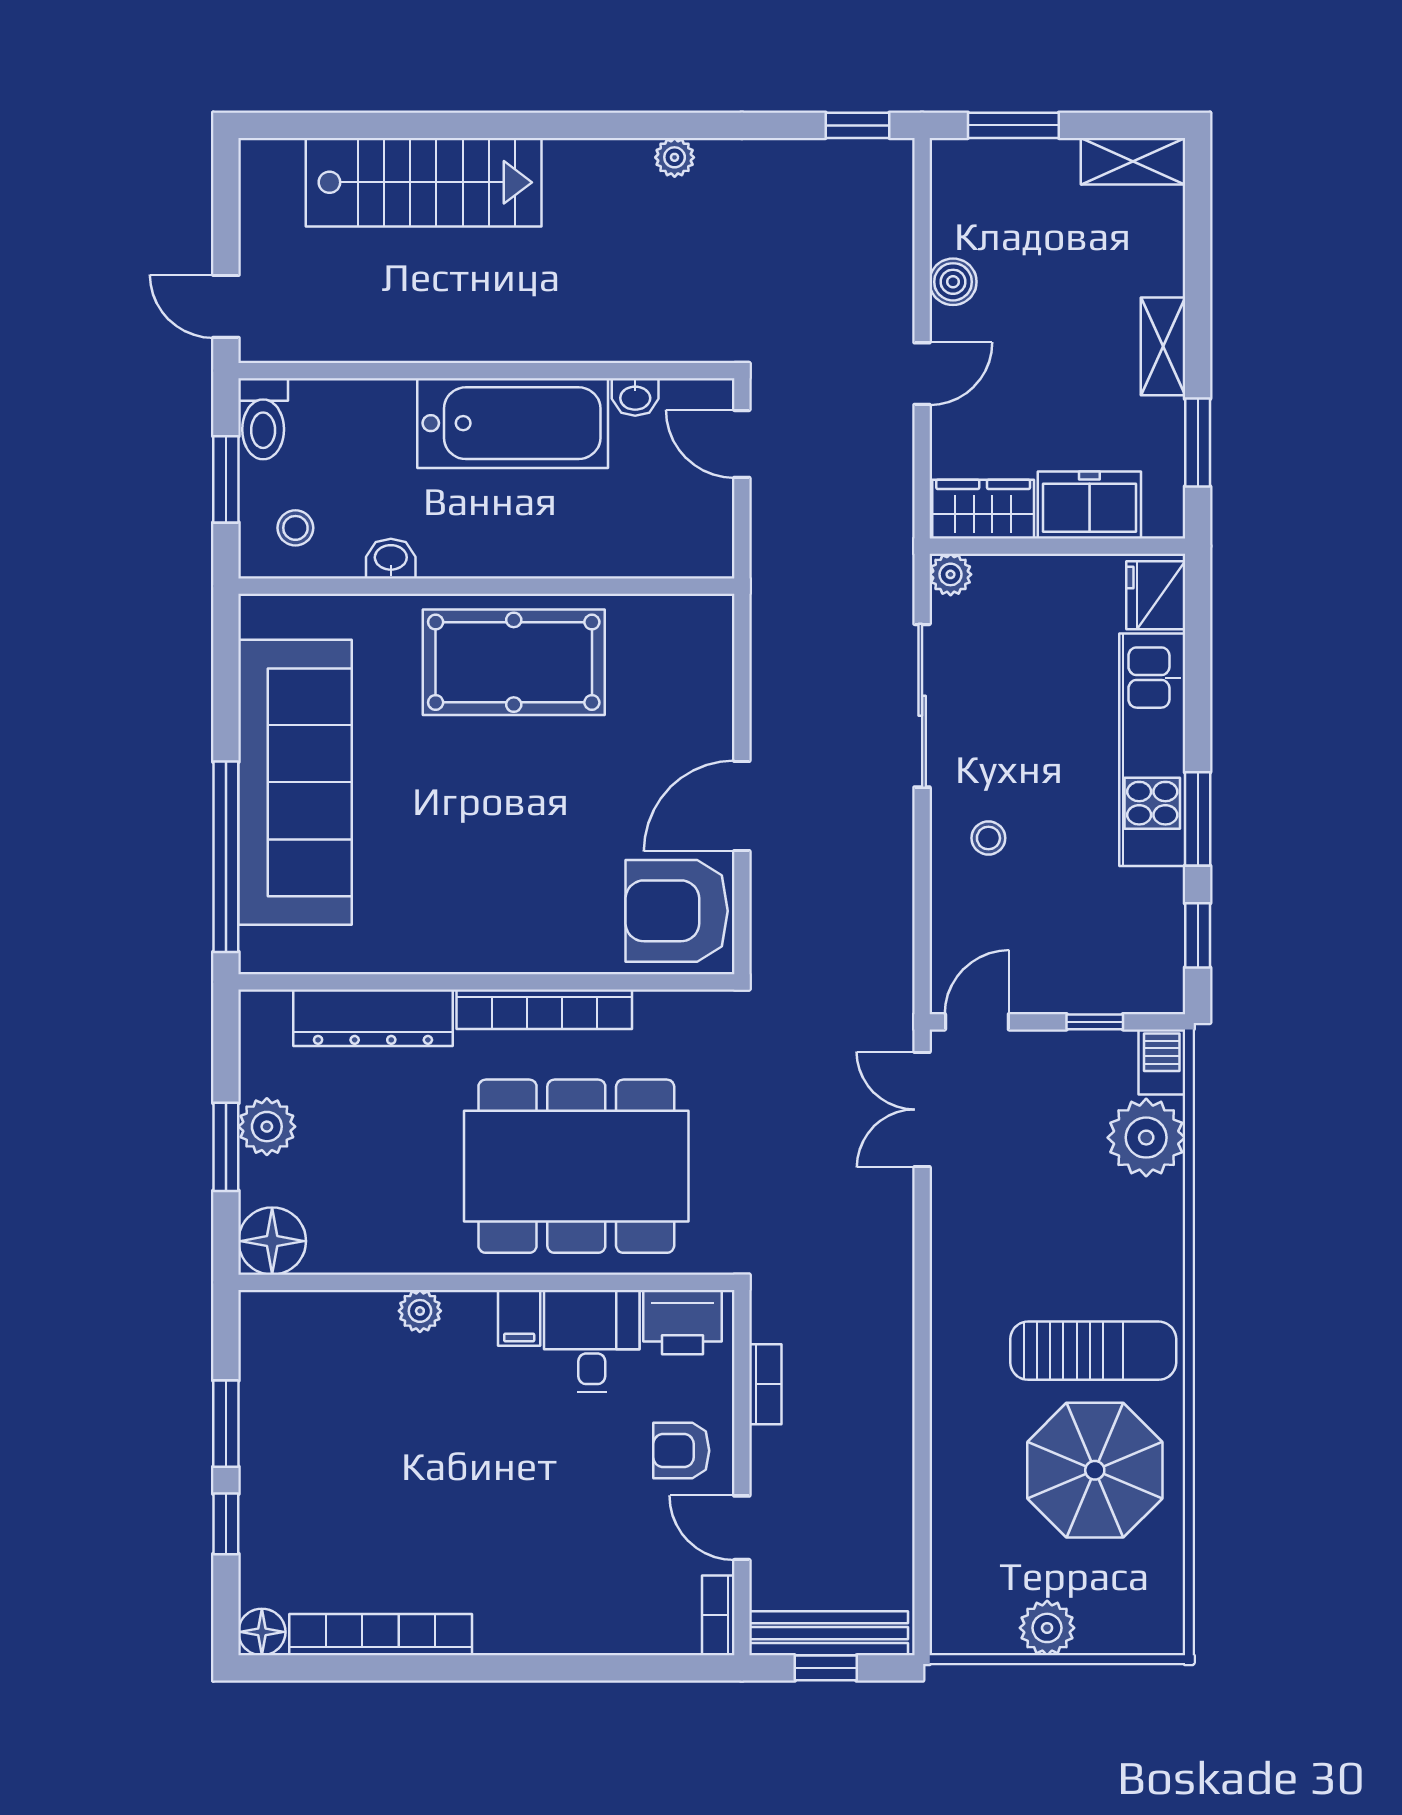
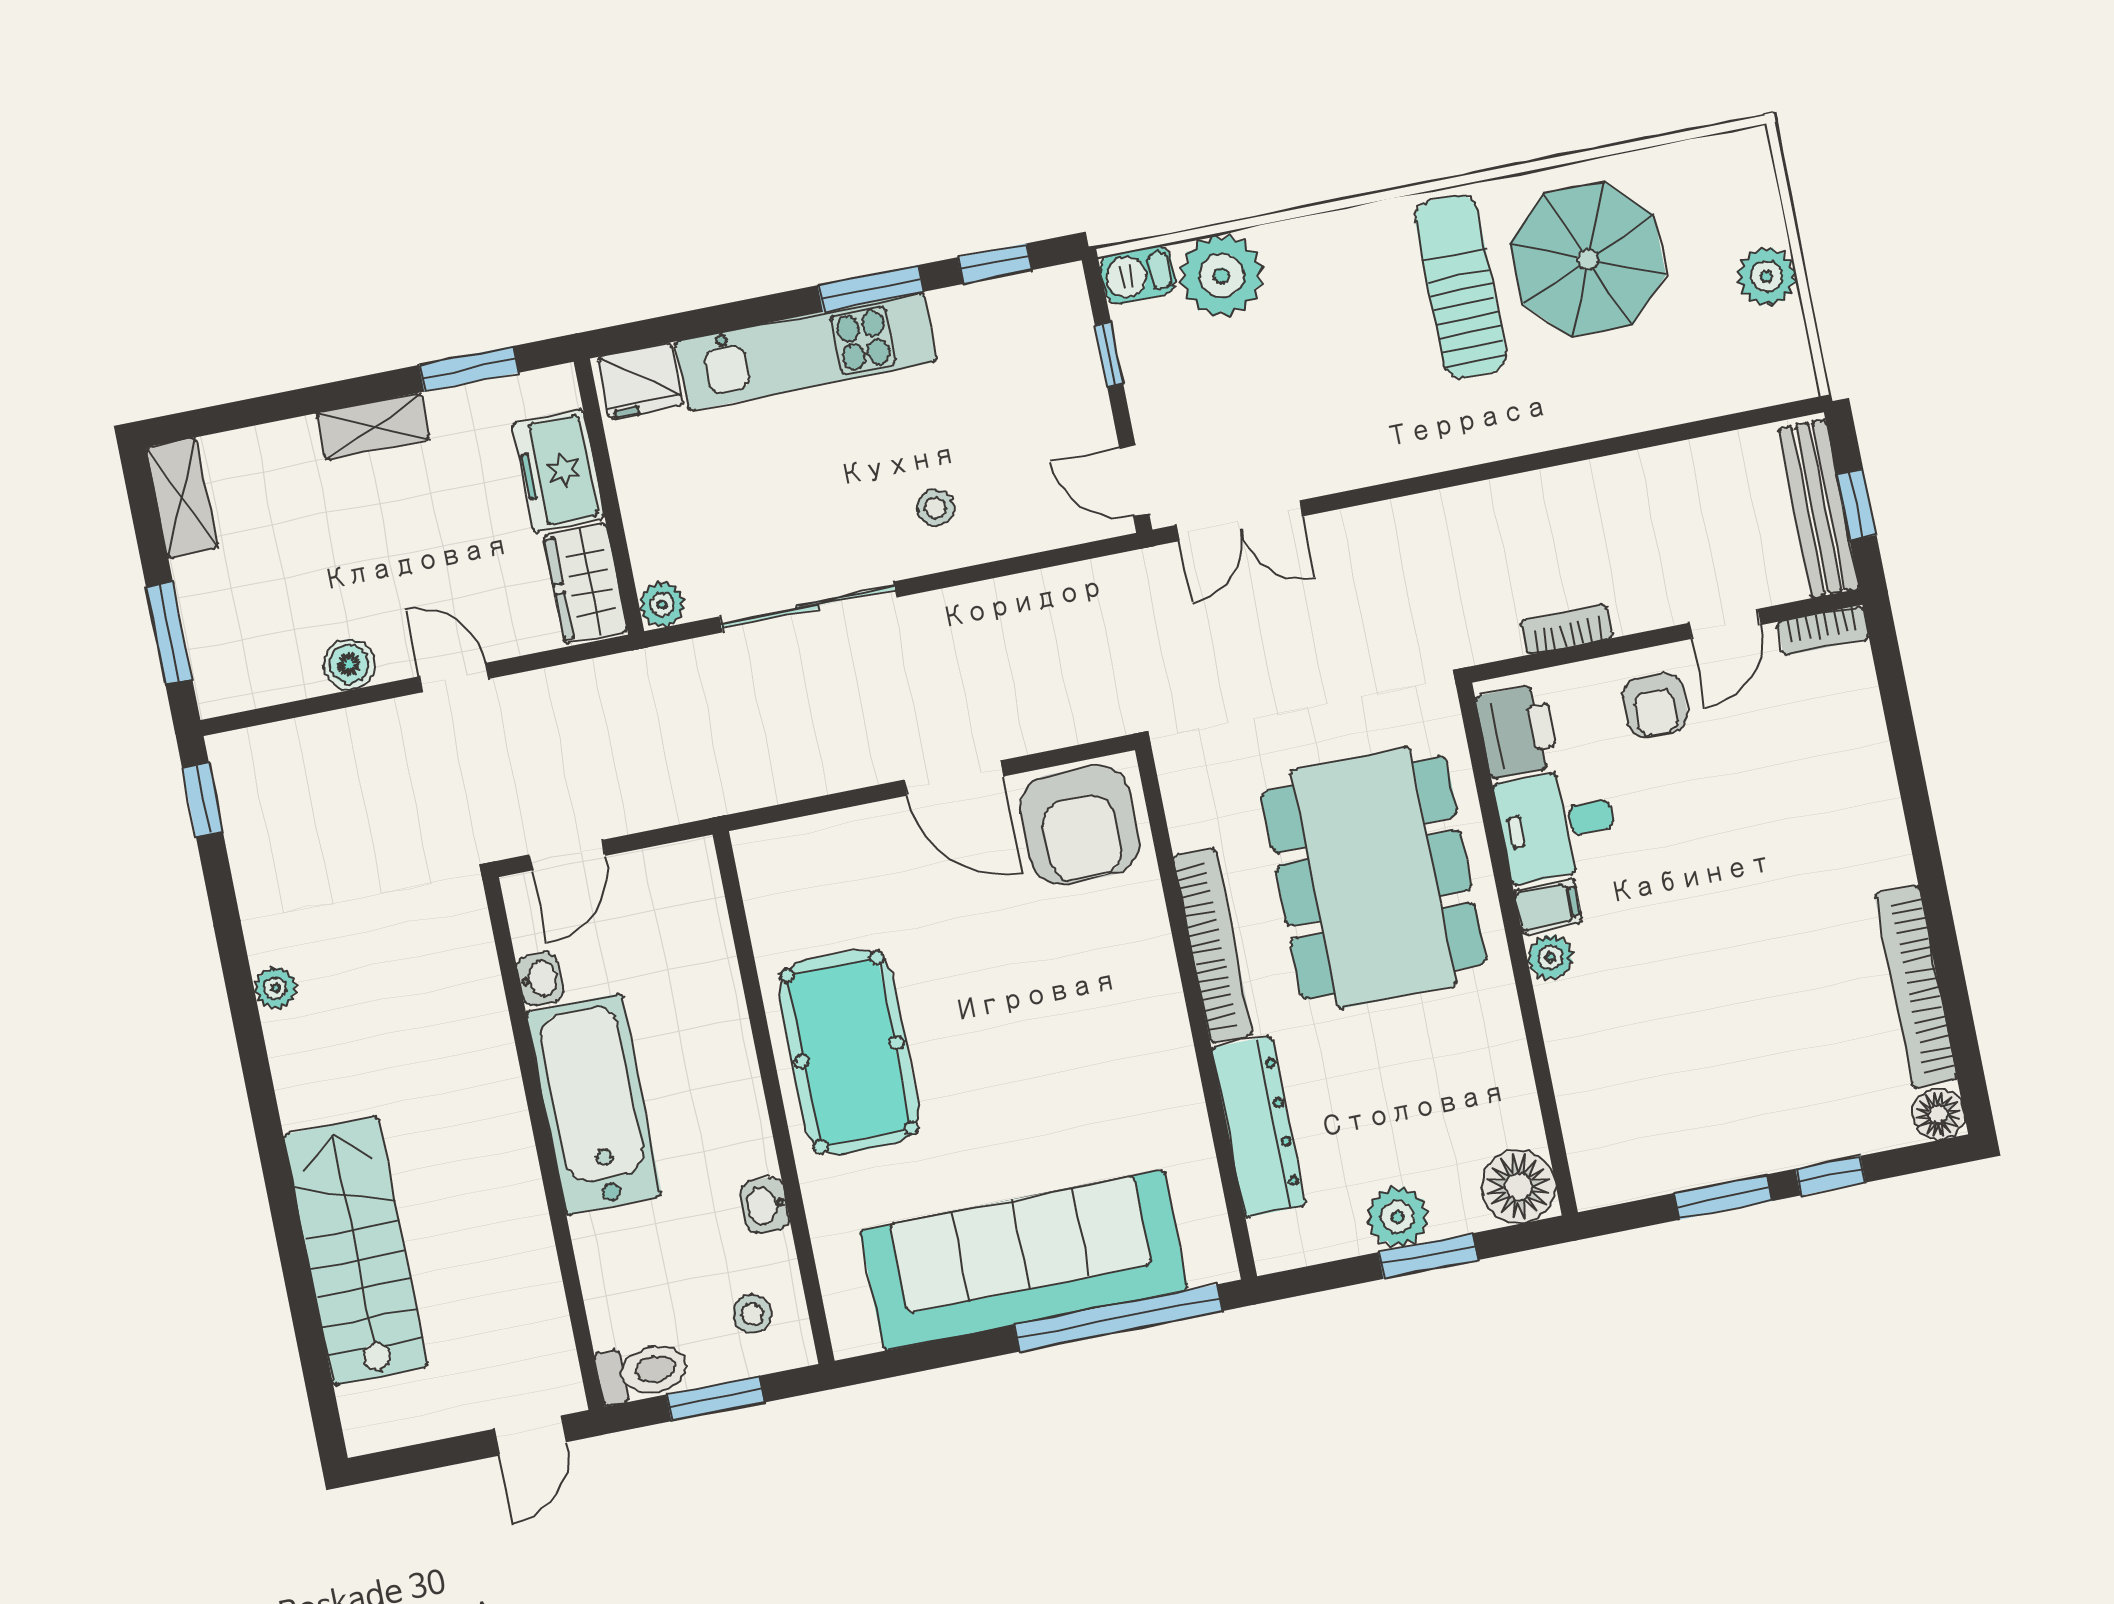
plant: (420, 1311) -> (1550, 957), moved

